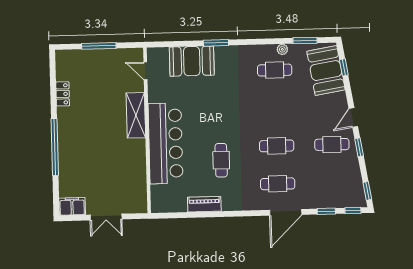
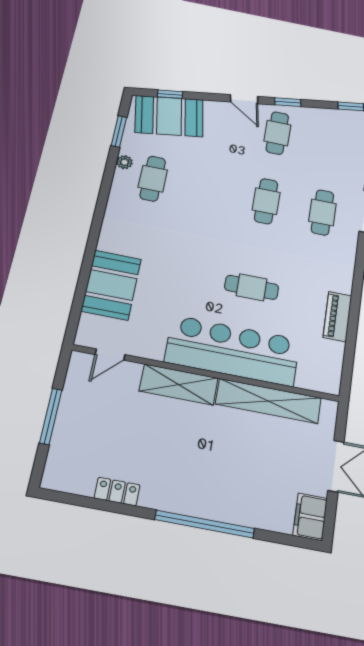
window: (216, 43) -> (92, 246), removed
cafe table: (221, 160) -> (252, 287), moved
shelving: (138, 171) -> (268, 401), added

